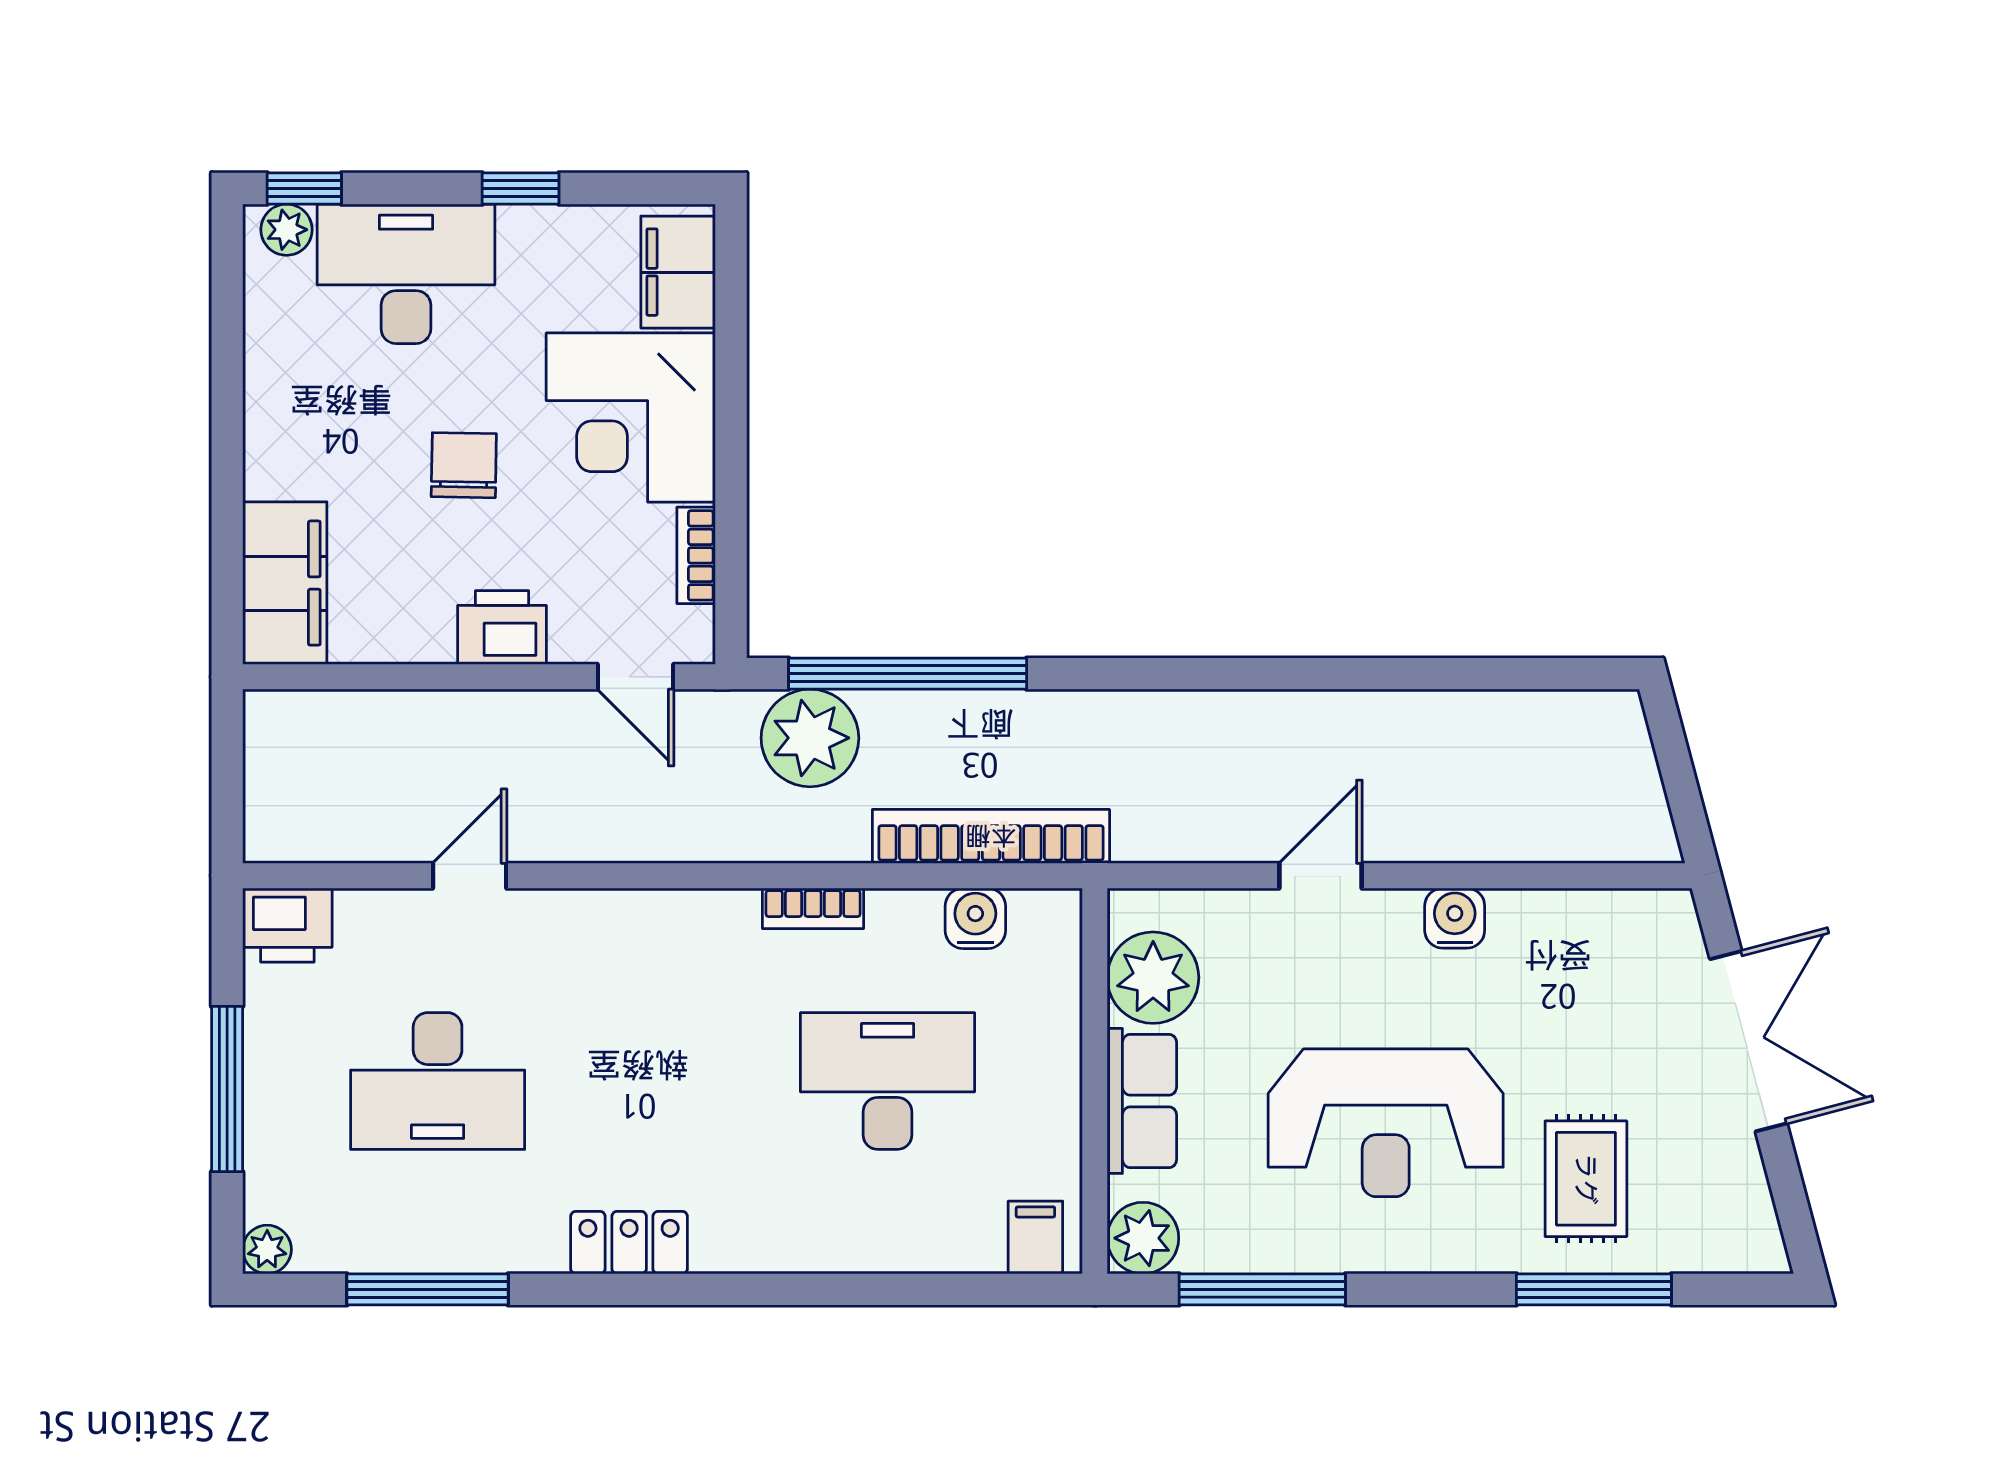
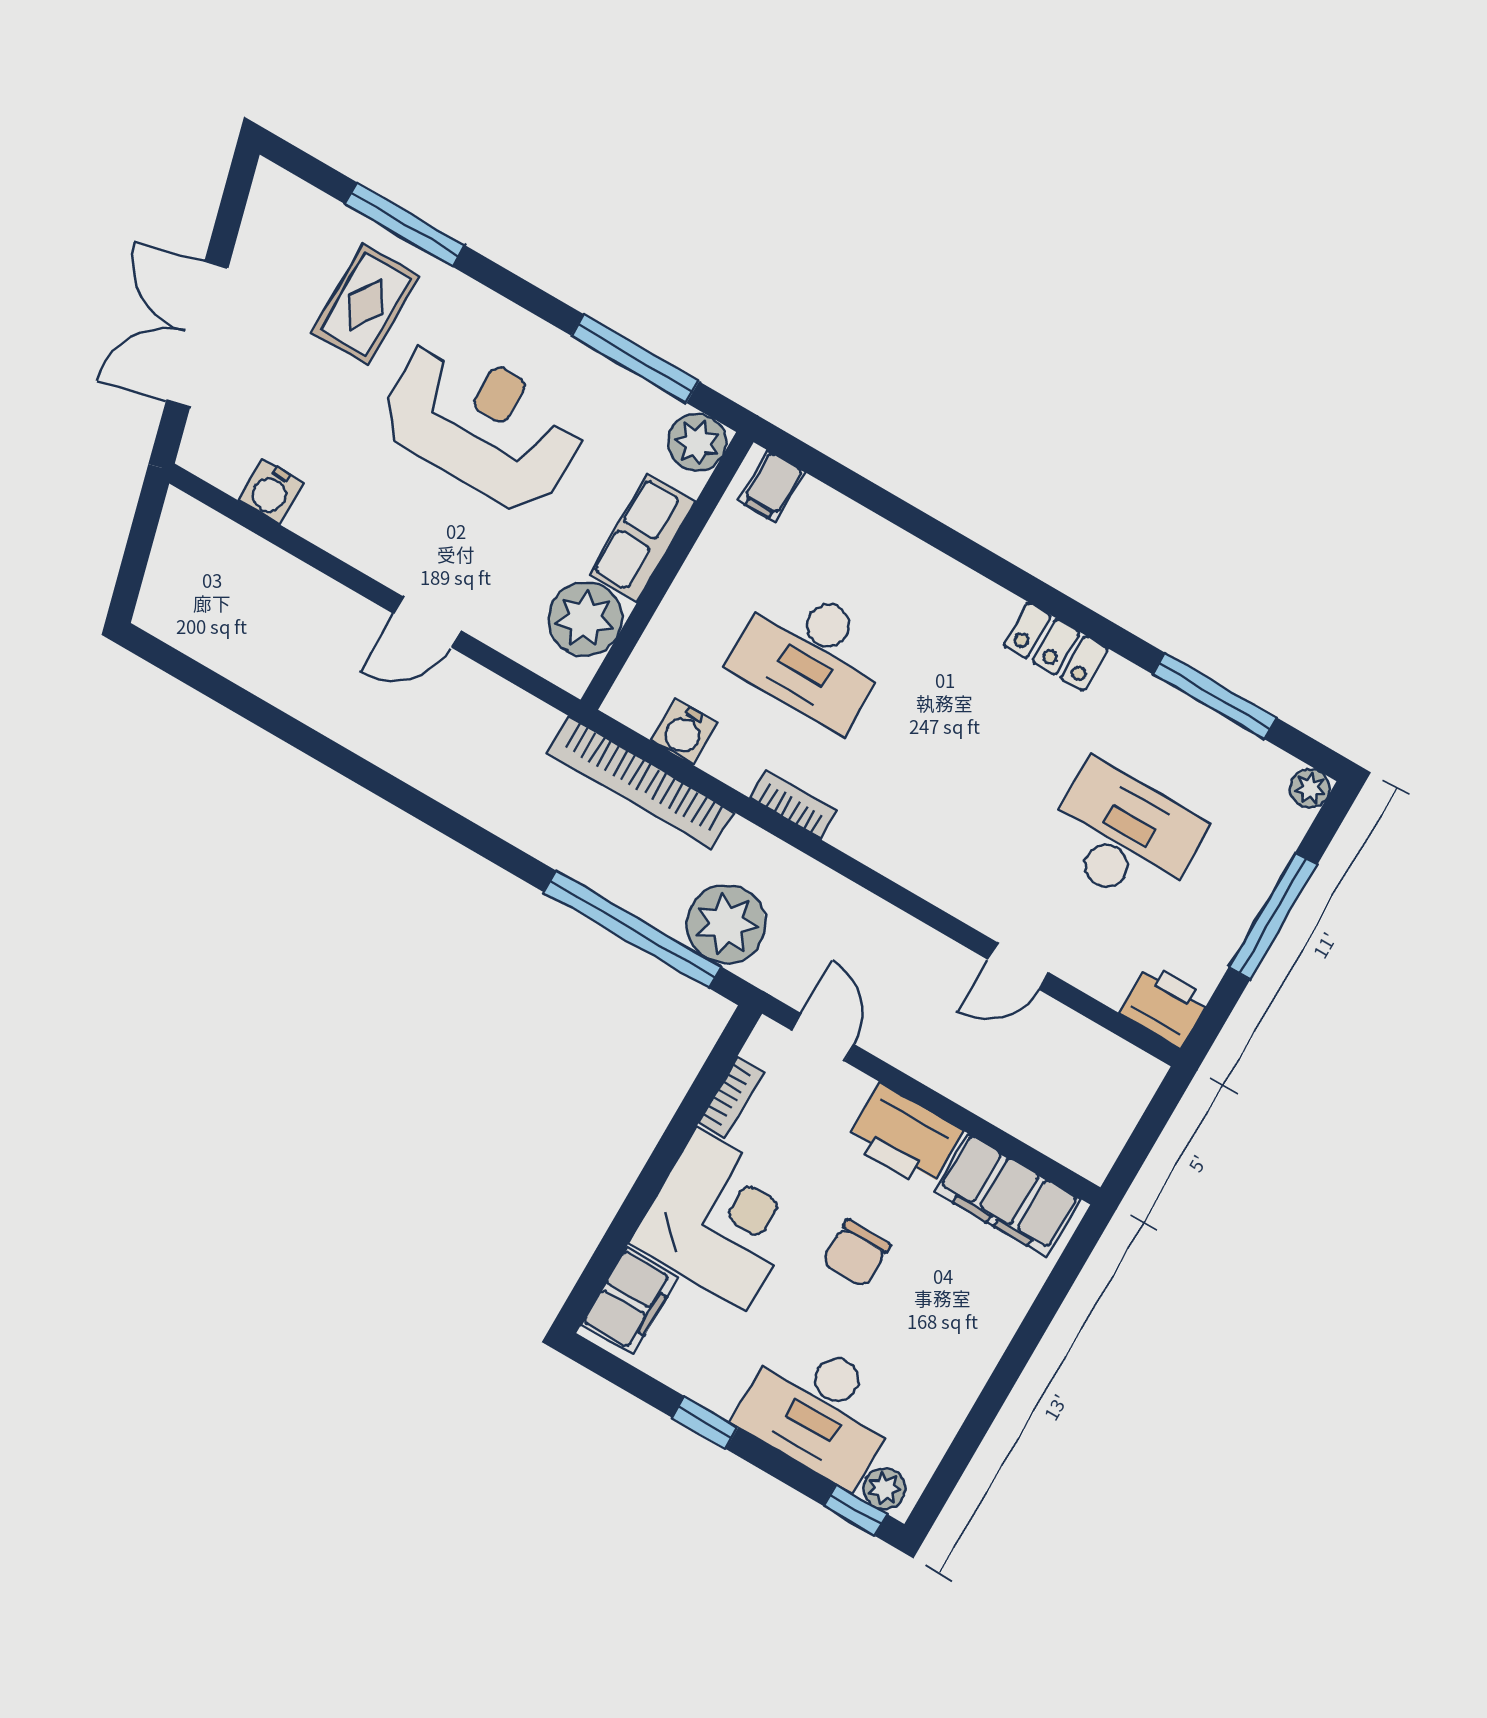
filing cabinet: (285, 583) -> (1007, 1195), moved, turned -90
printer: (502, 627) -> (904, 1137), width x1.37, depth x1.19
water cooler: (1455, 918) -> (271, 492), moved

